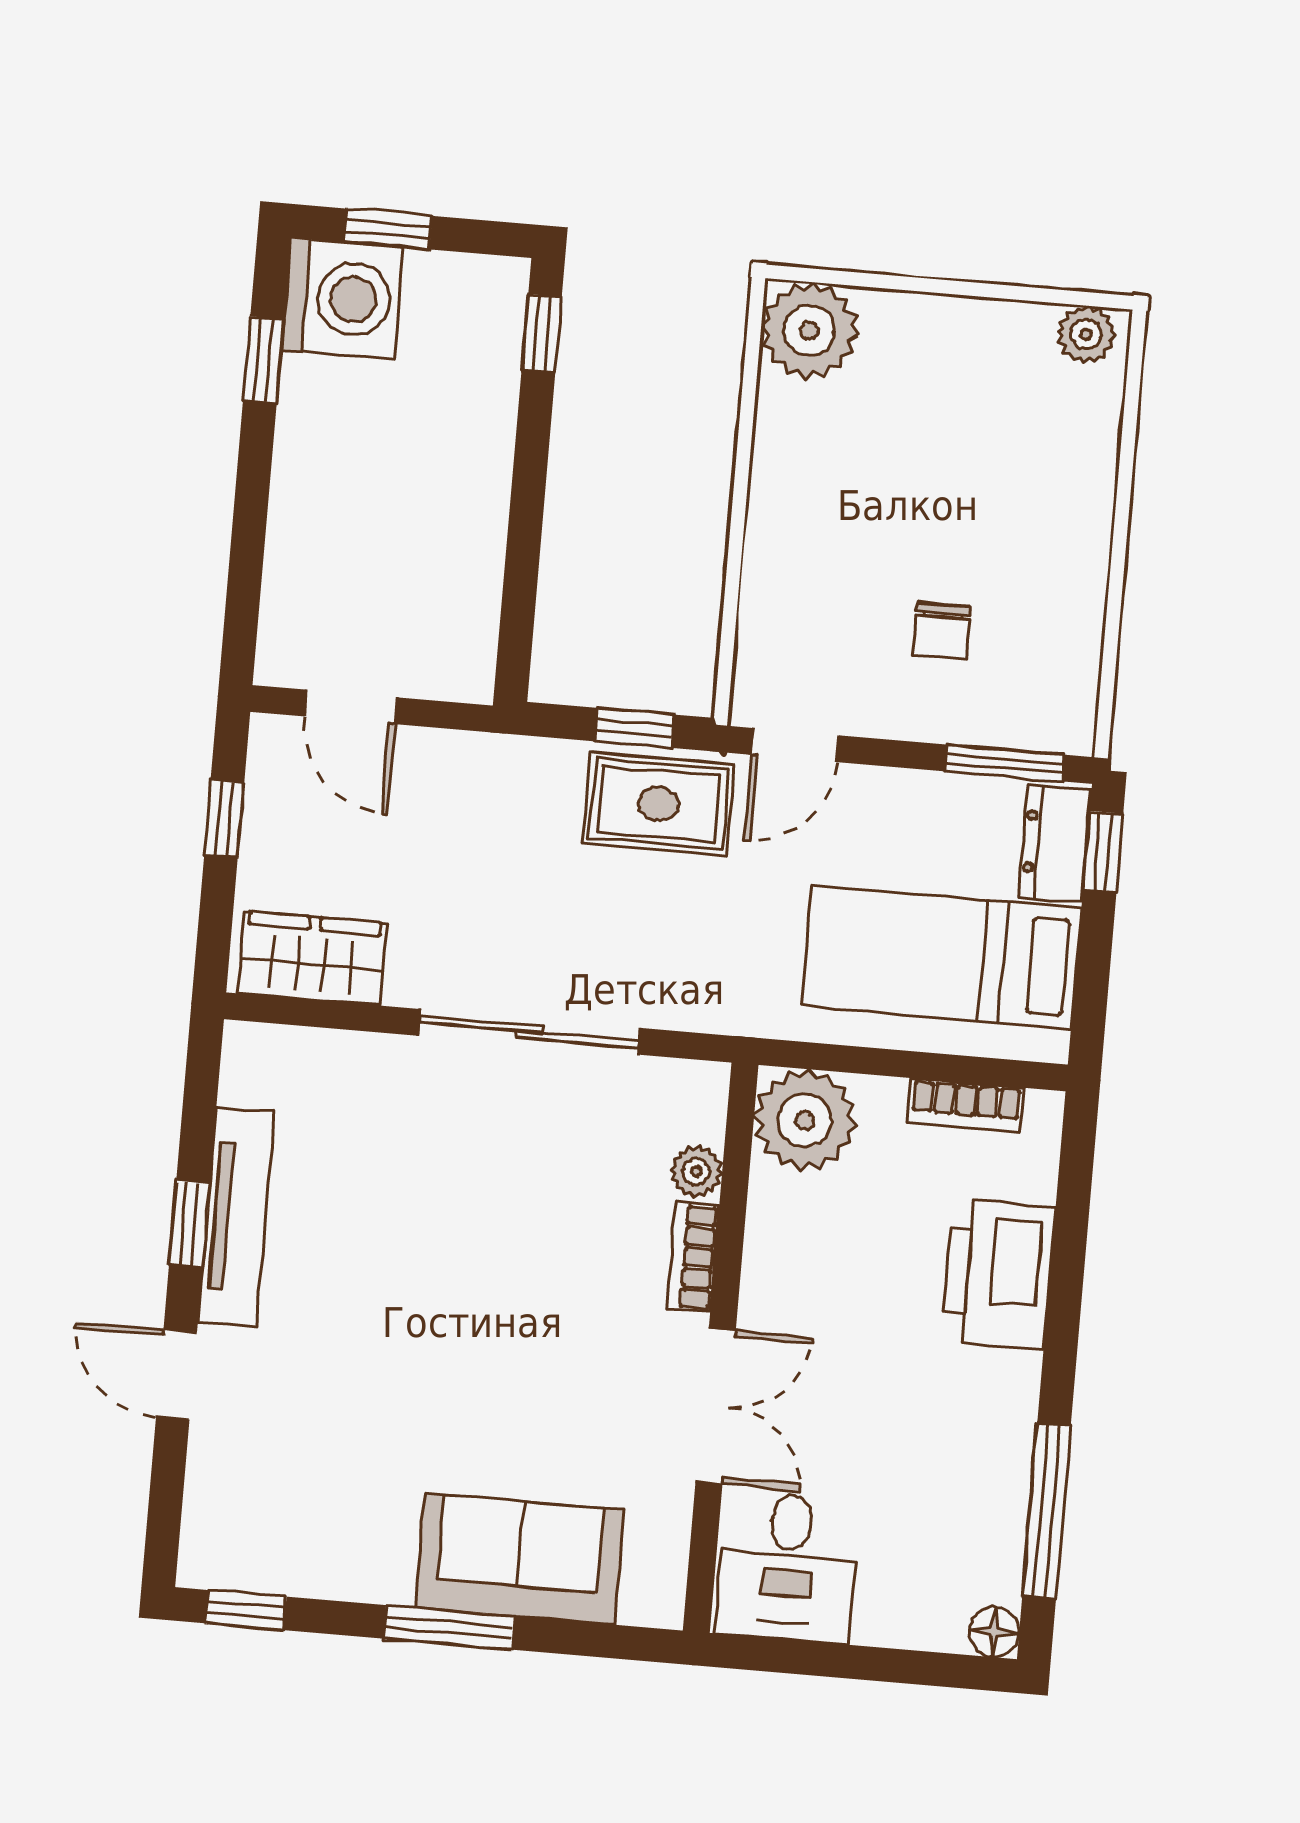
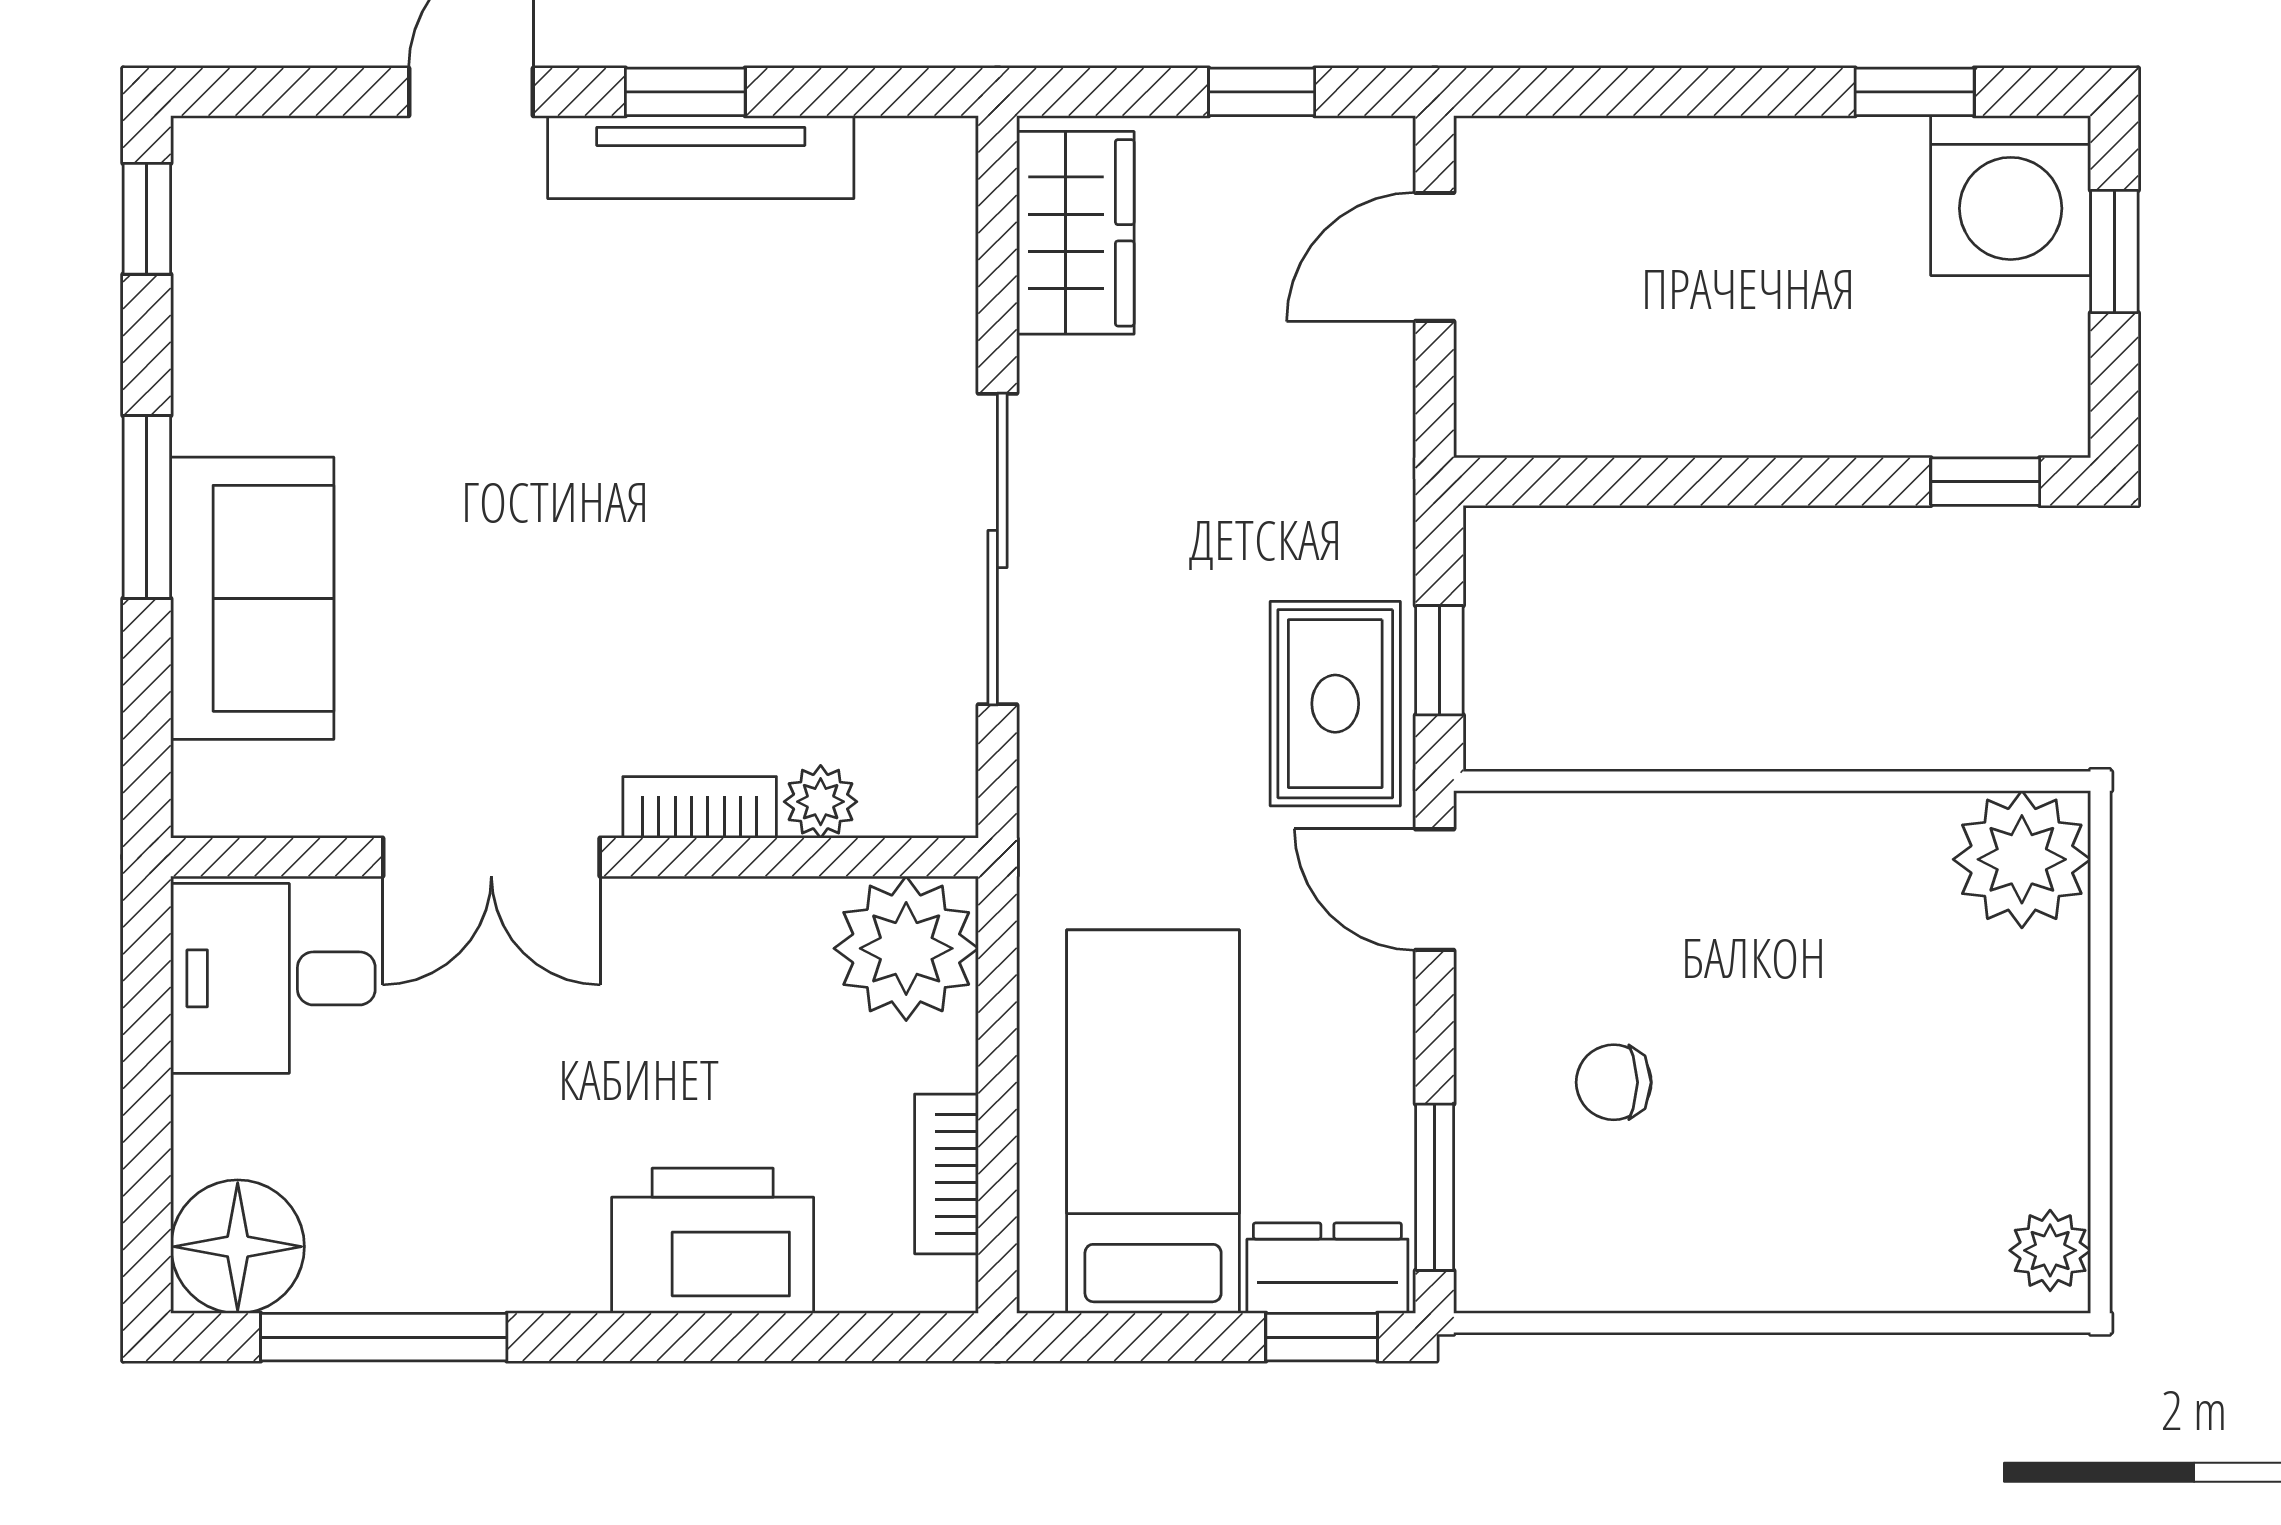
floor lamp: (994, 1632) -> (238, 1247), width x1.89, depth x1.89

